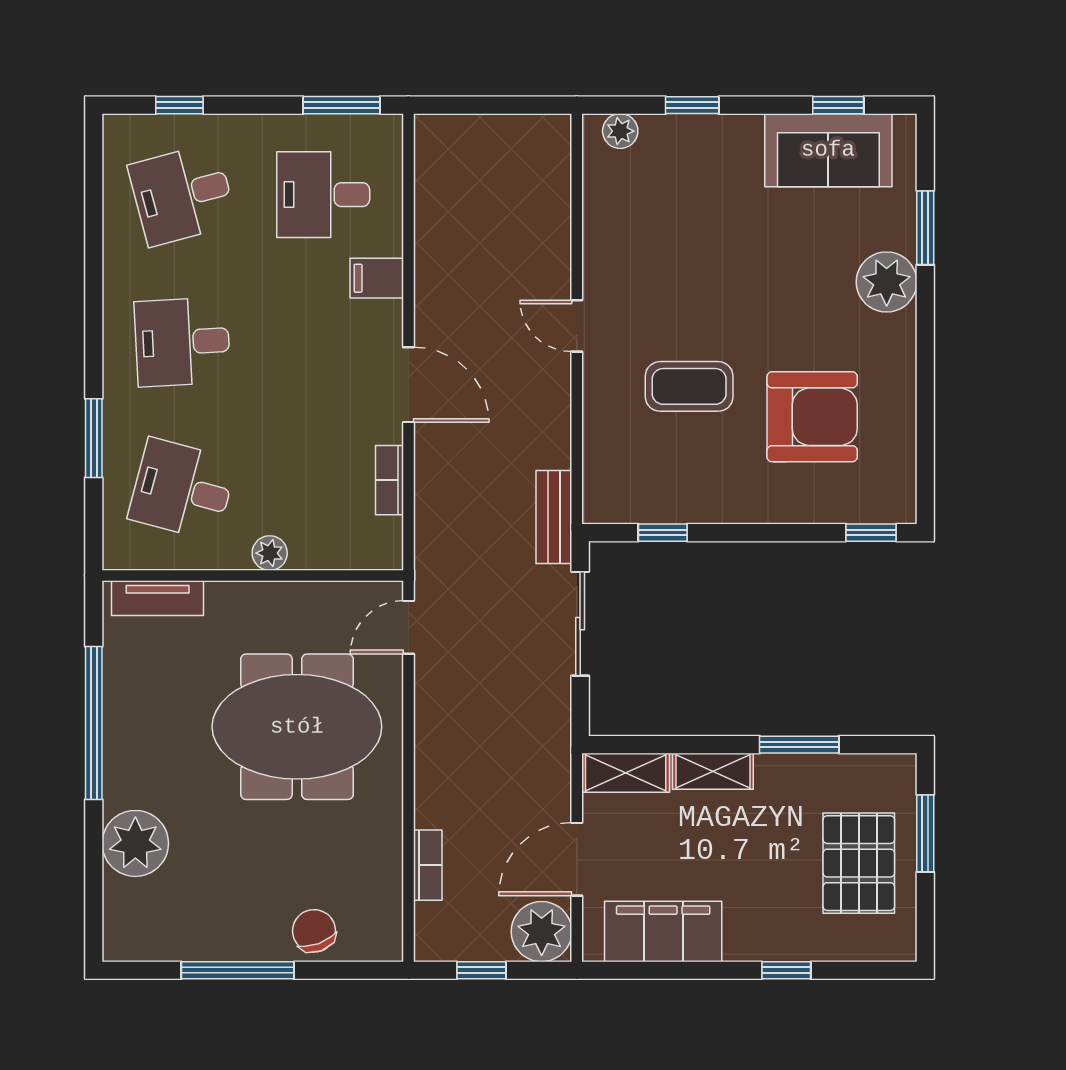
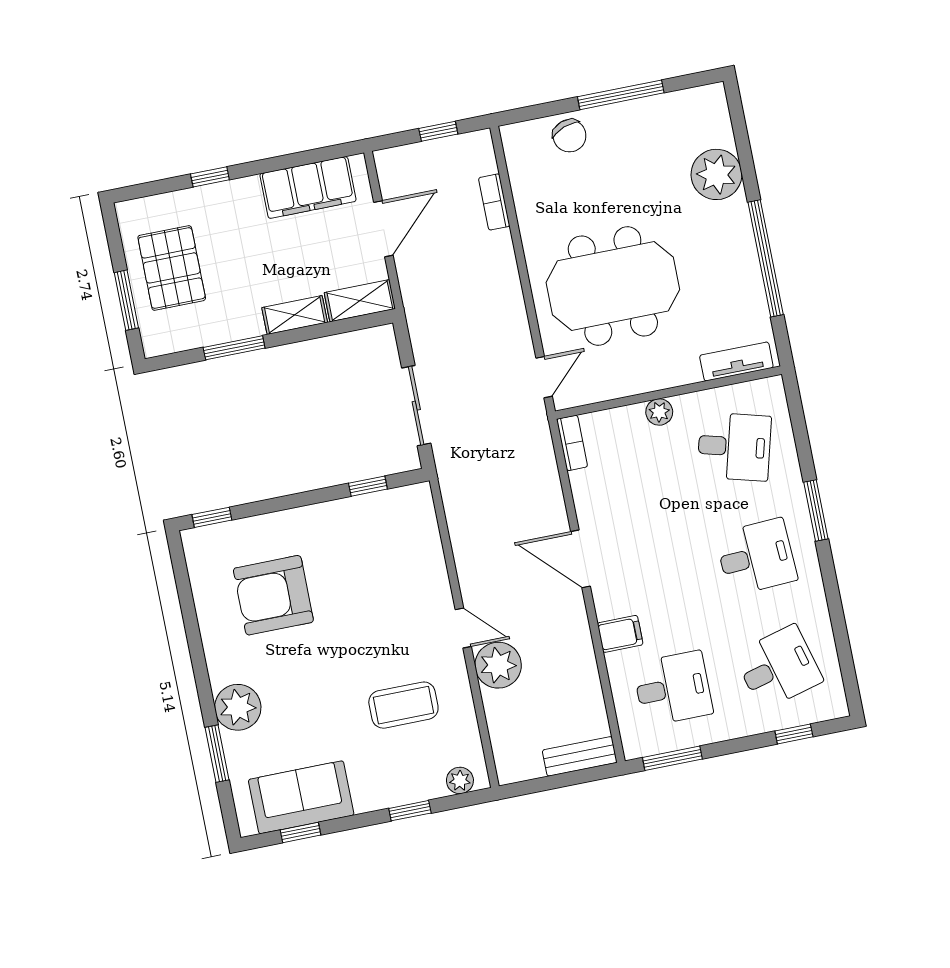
coffee table: (689, 386) -> (403, 705), moved
window: (94, 438) -> (816, 510), moved
bookcase: (390, 480) -> (572, 443), moved
bench: (554, 517) -> (580, 756), moved, turned 90
plant: (542, 932) -> (498, 665), moved

